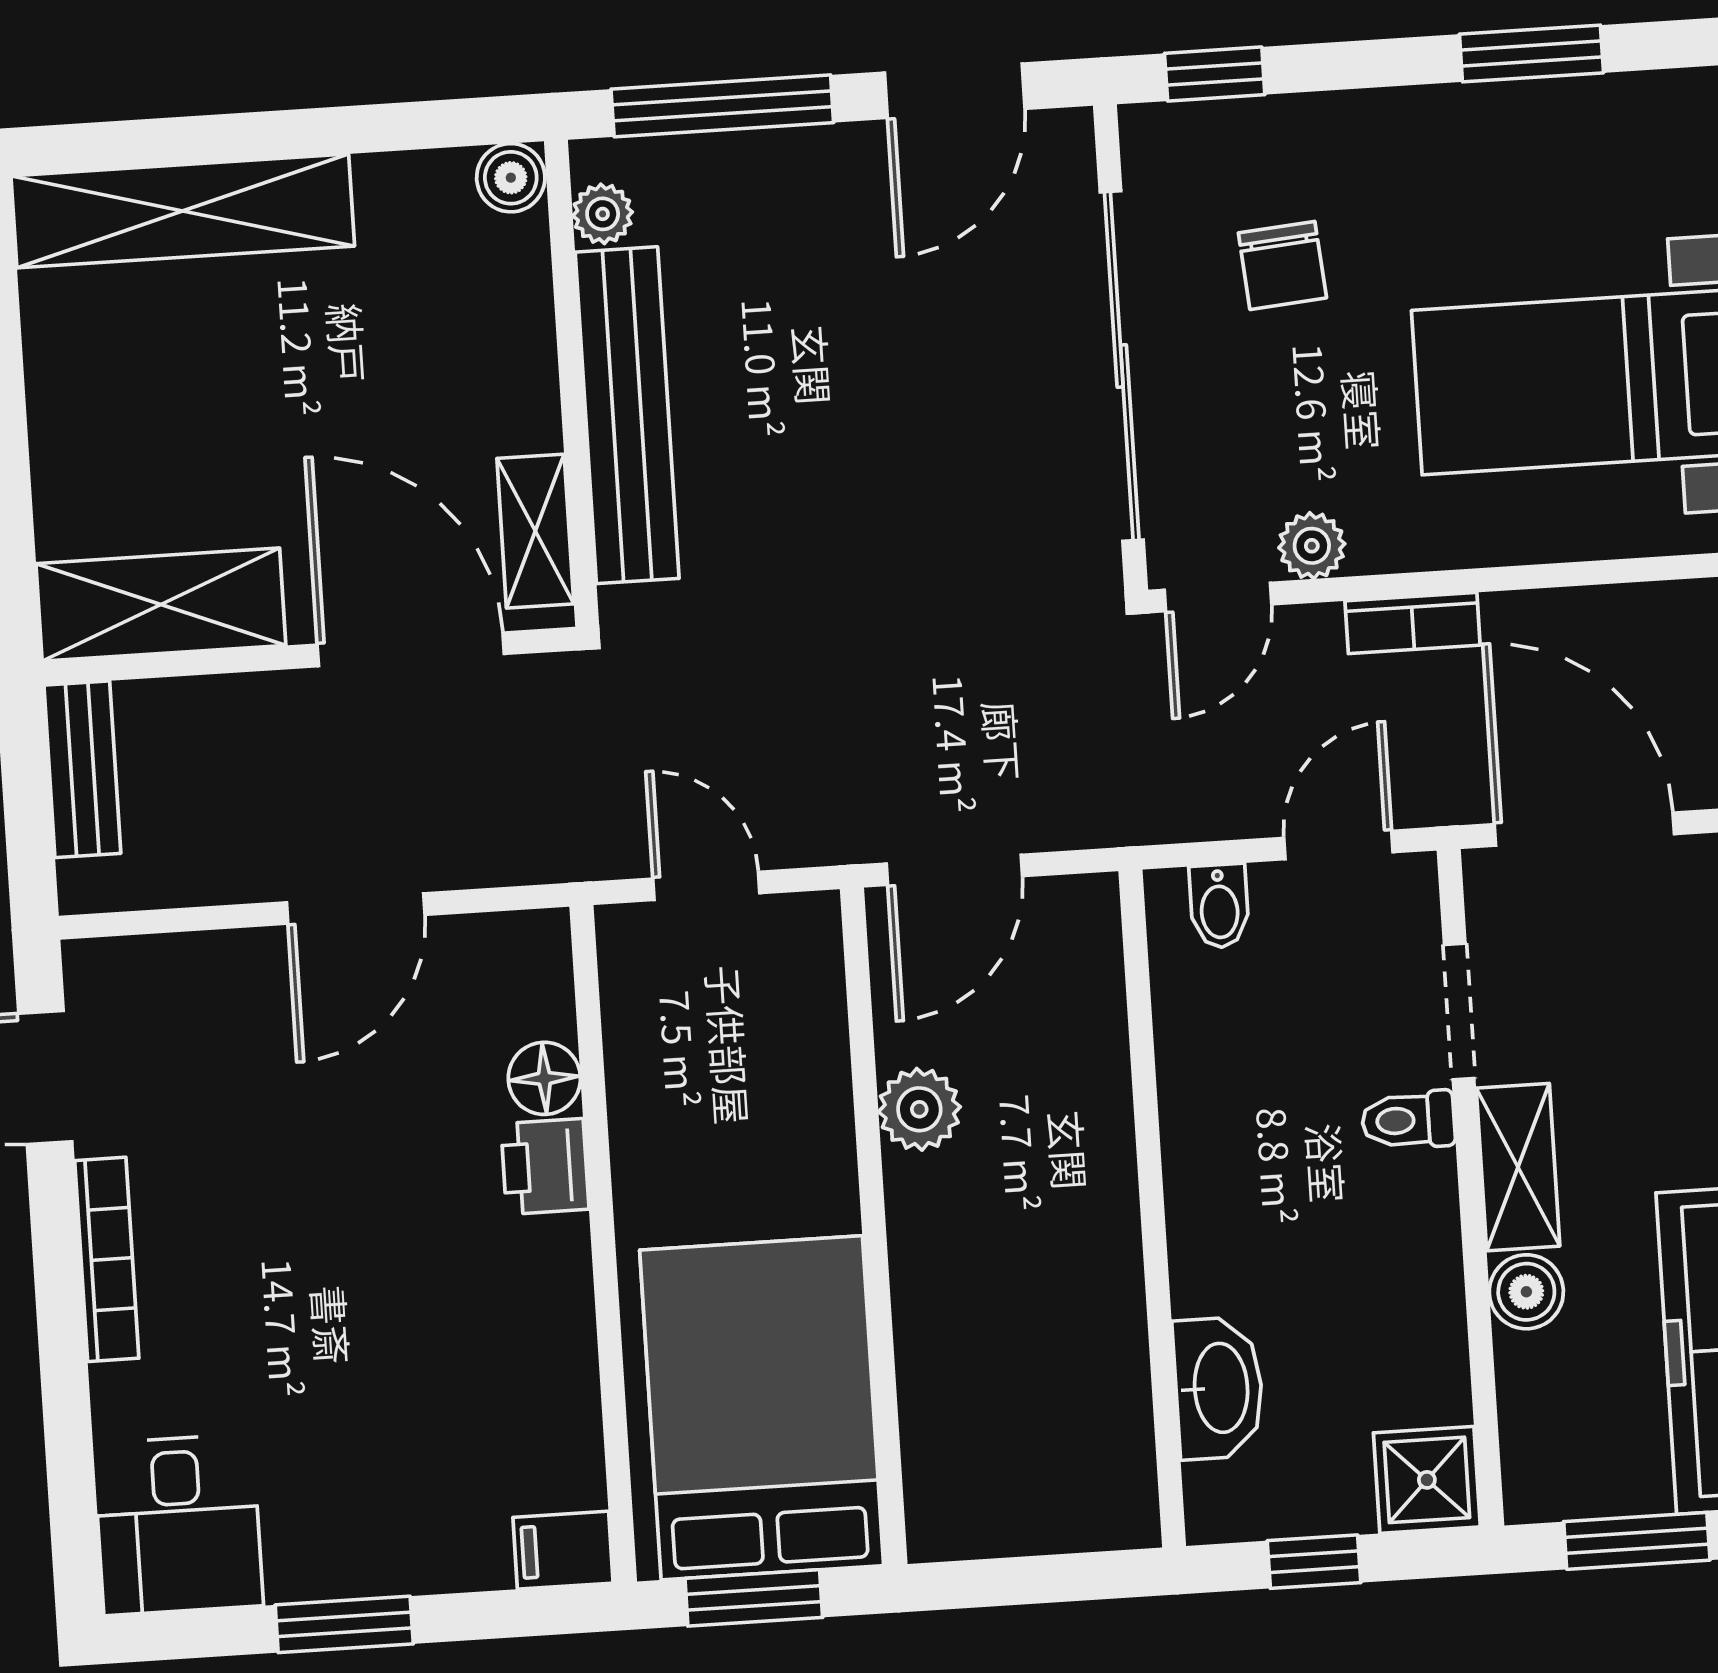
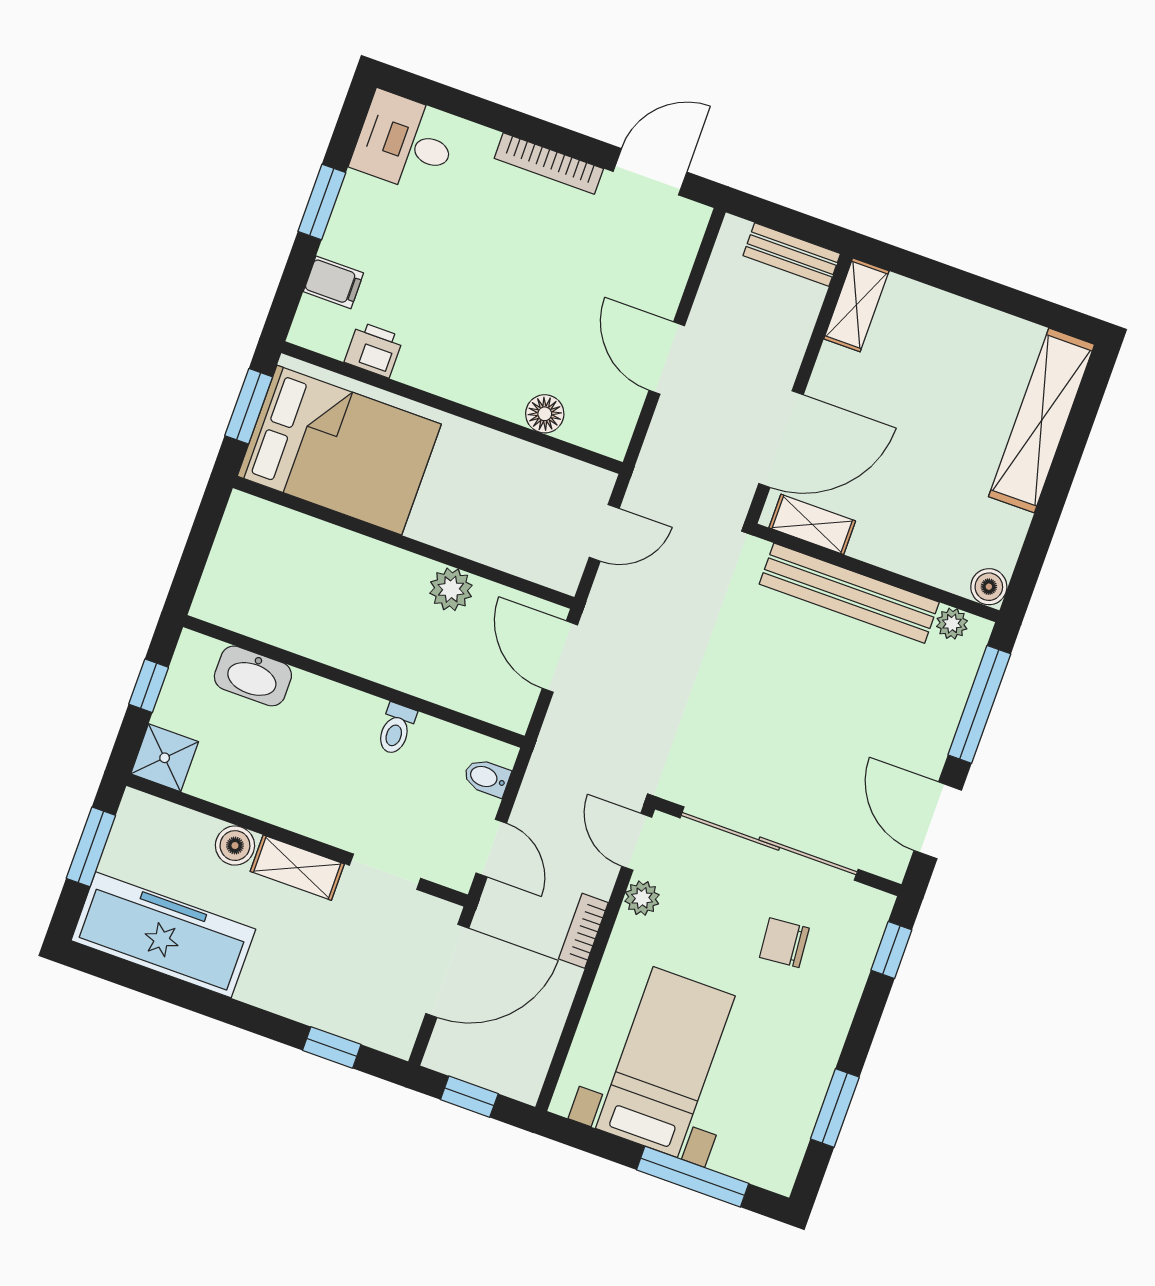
shelving: (161, 605) -> (856, 305), width x0.67, depth x0.75
toilet: (1408, 1120) -> (396, 729), moved, turned 180
printer: (545, 1167) -> (374, 350), moved
filing cabinet: (563, 1550) -> (333, 282), moved, turned 90

